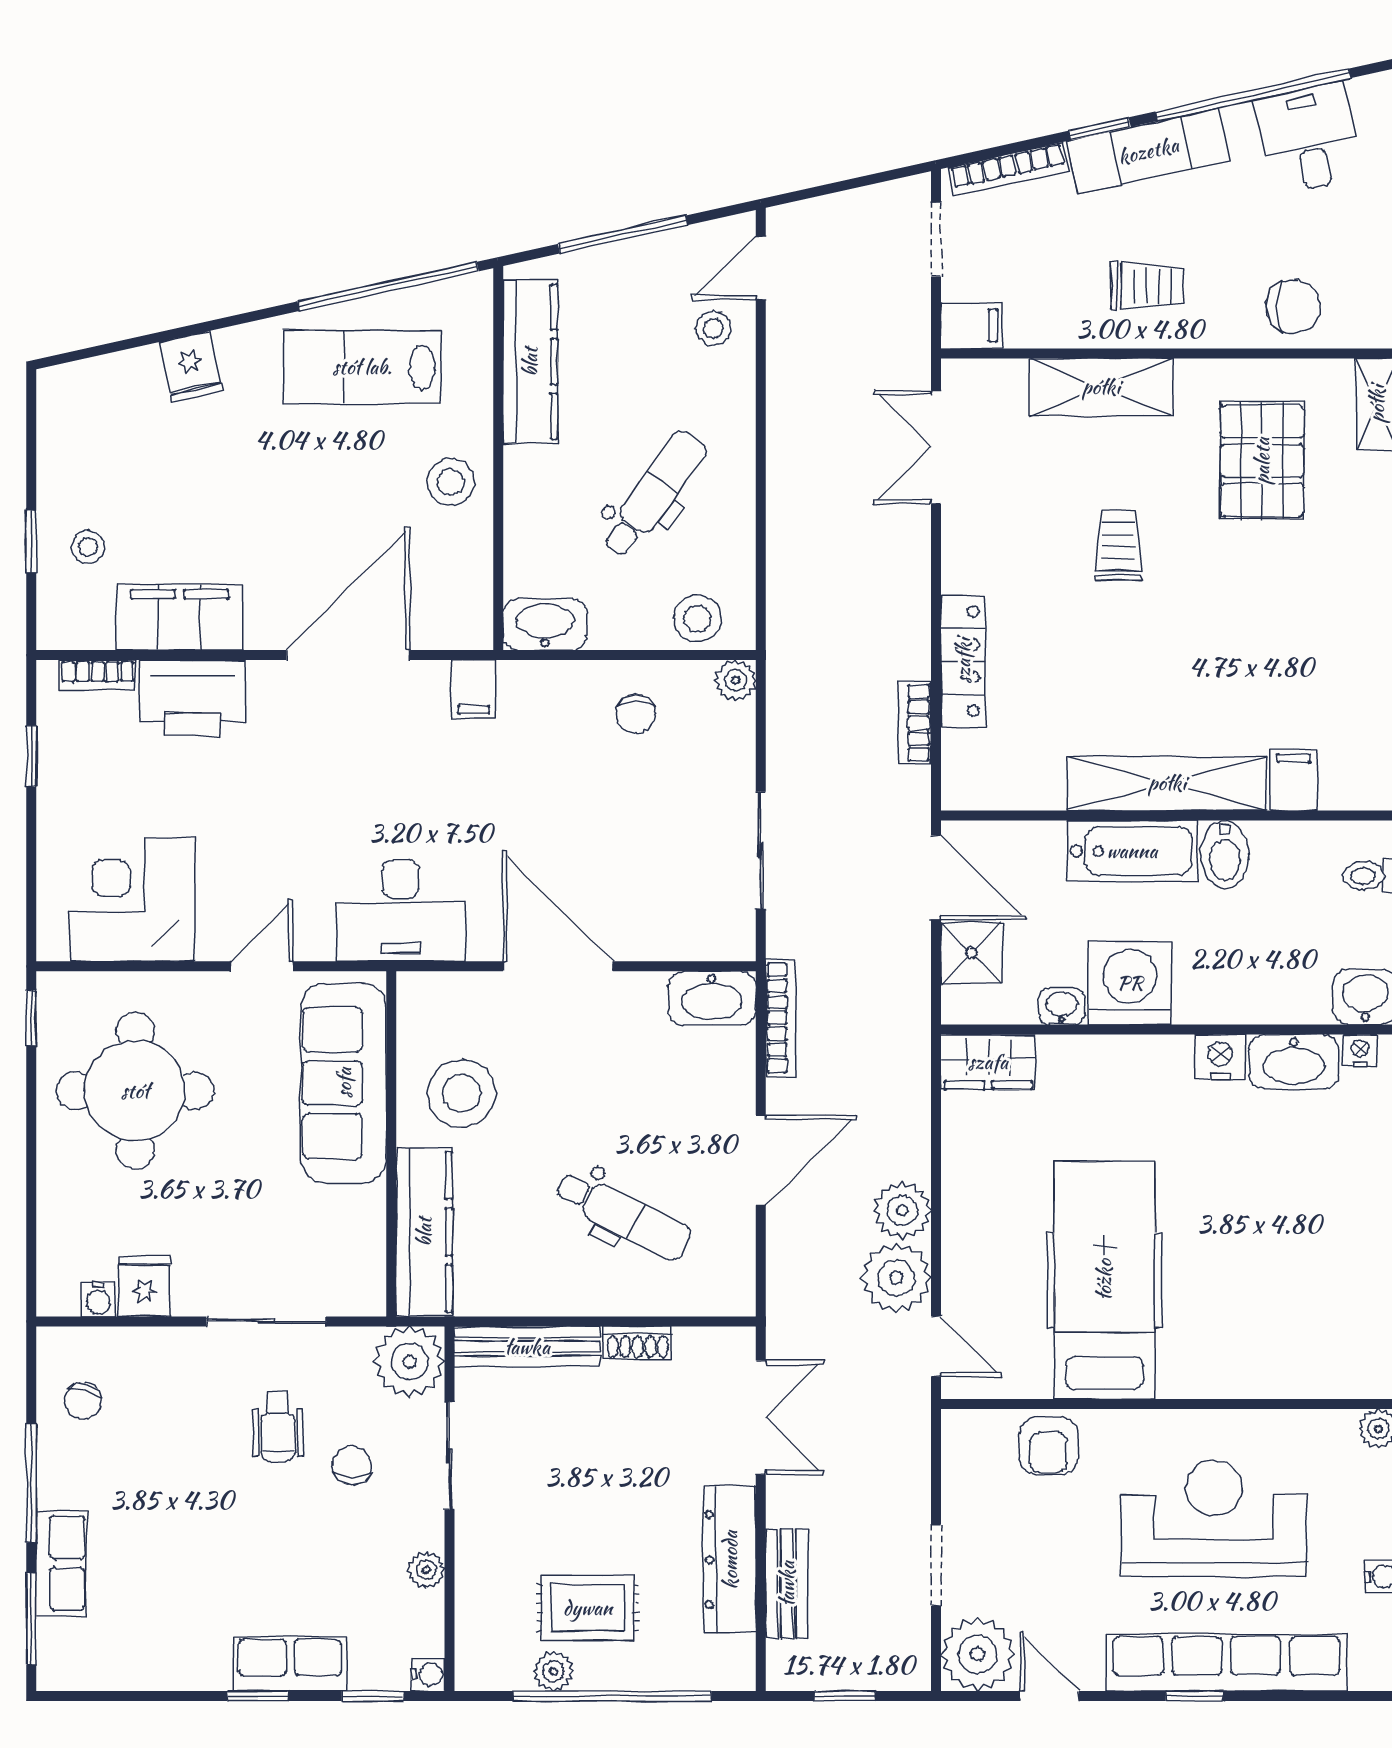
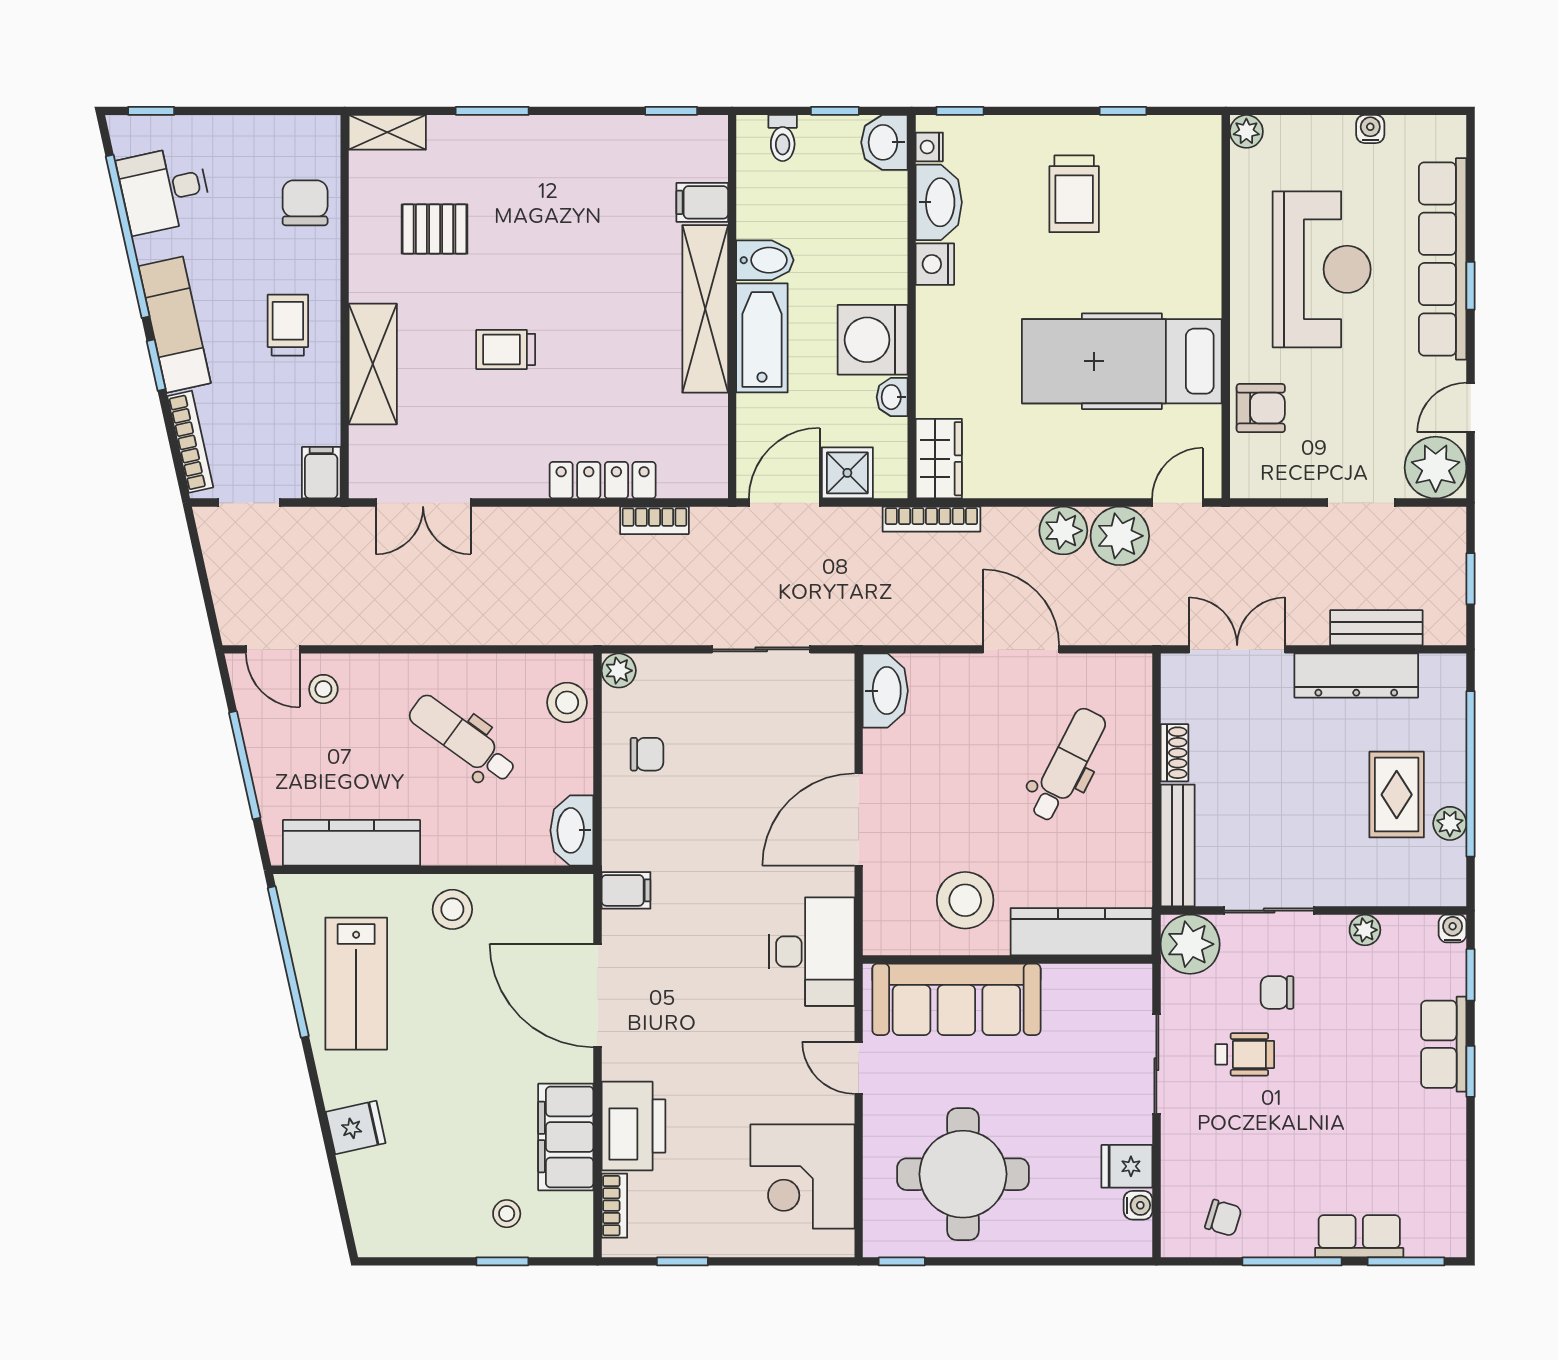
pallet: (1262, 461) -> (435, 229), width x0.67, depth x0.71
bookcase: (781, 1018) -> (931, 519), moved, turned 180
trolley: (1304, 1223) -> (1074, 194), added
reception desk: (1214, 1518) -> (1322, 269), turned 180

